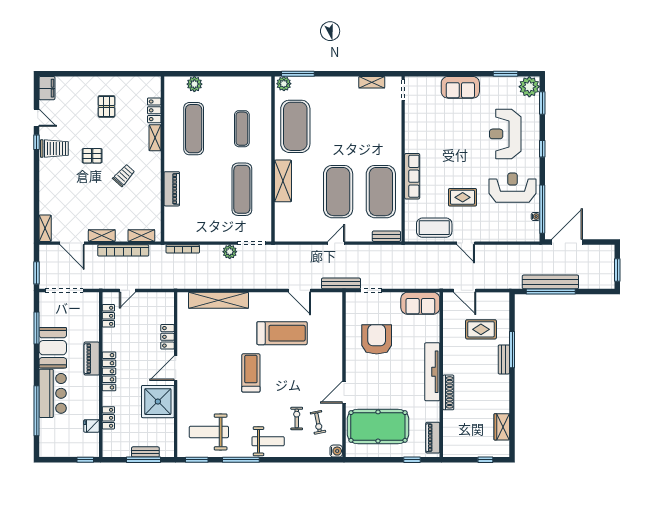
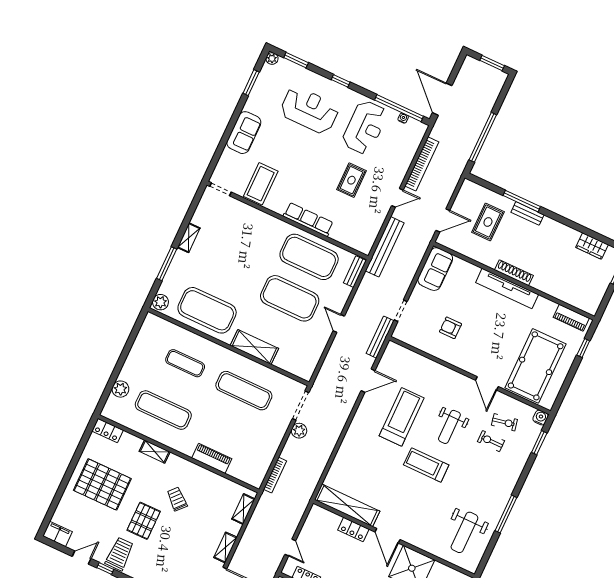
window: (298, 74) -> (167, 264), moved
shelving: (372, 82) -> (189, 238), moved
plant: (529, 87) -> (272, 59), width x0.53, depth x0.53
pallet: (107, 106) -> (102, 484), width x2.05, depth x2.00
locker: (154, 110) -> (108, 431), moved
reception desk: (505, 134) -> (309, 110), turned 180
pallet: (92, 156) -> (144, 521), width x1.50, depth x1.42
reception desk: (513, 188) -> (365, 127), turned 180
coffee table: (434, 228) -> (261, 184), moved
bookcase: (123, 250) -> (422, 164), moved
bench: (550, 282) -> (385, 247), moved
shelving: (219, 300) -> (347, 505), moved, turned 90
armchair: (377, 339) -> (450, 328), width x0.53, depth x0.53
shoe rack: (448, 392) -> (514, 273), moved
weight bench: (268, 441) -> (449, 427), moved, turned 180
window: (197, 460) -> (539, 443), moved

